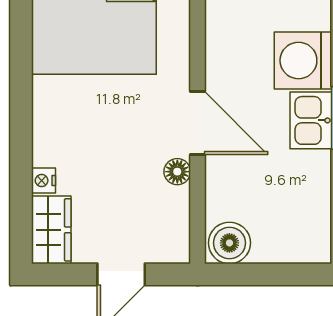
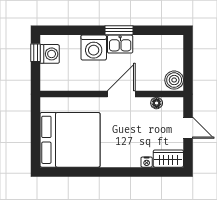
floor lamp: (177, 172) -> (157, 103), moved

